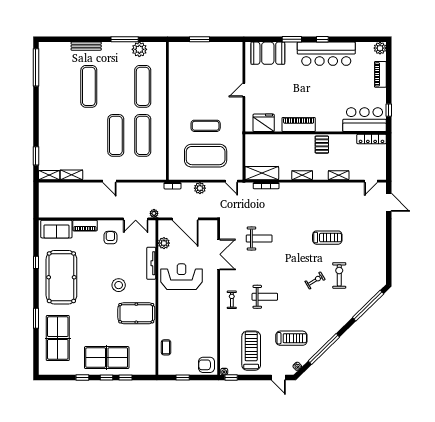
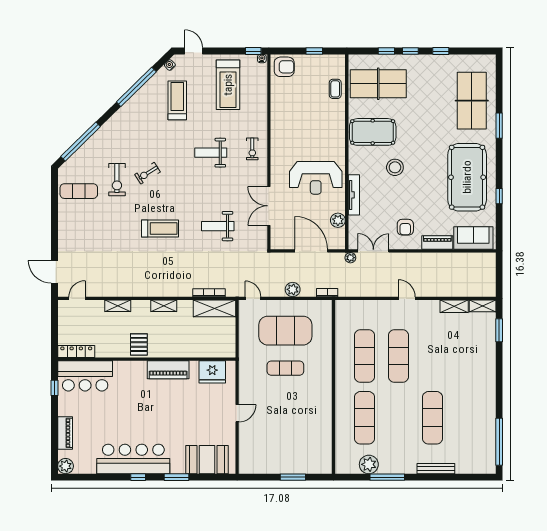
treadmill: (327, 238) -> (160, 228), moved, turned 180
exercise mat: (370, 266) -> (79, 191), added
treadmill: (291, 338) -> (177, 100), turned 90
table tennis table: (107, 358) -> (378, 84), moved

